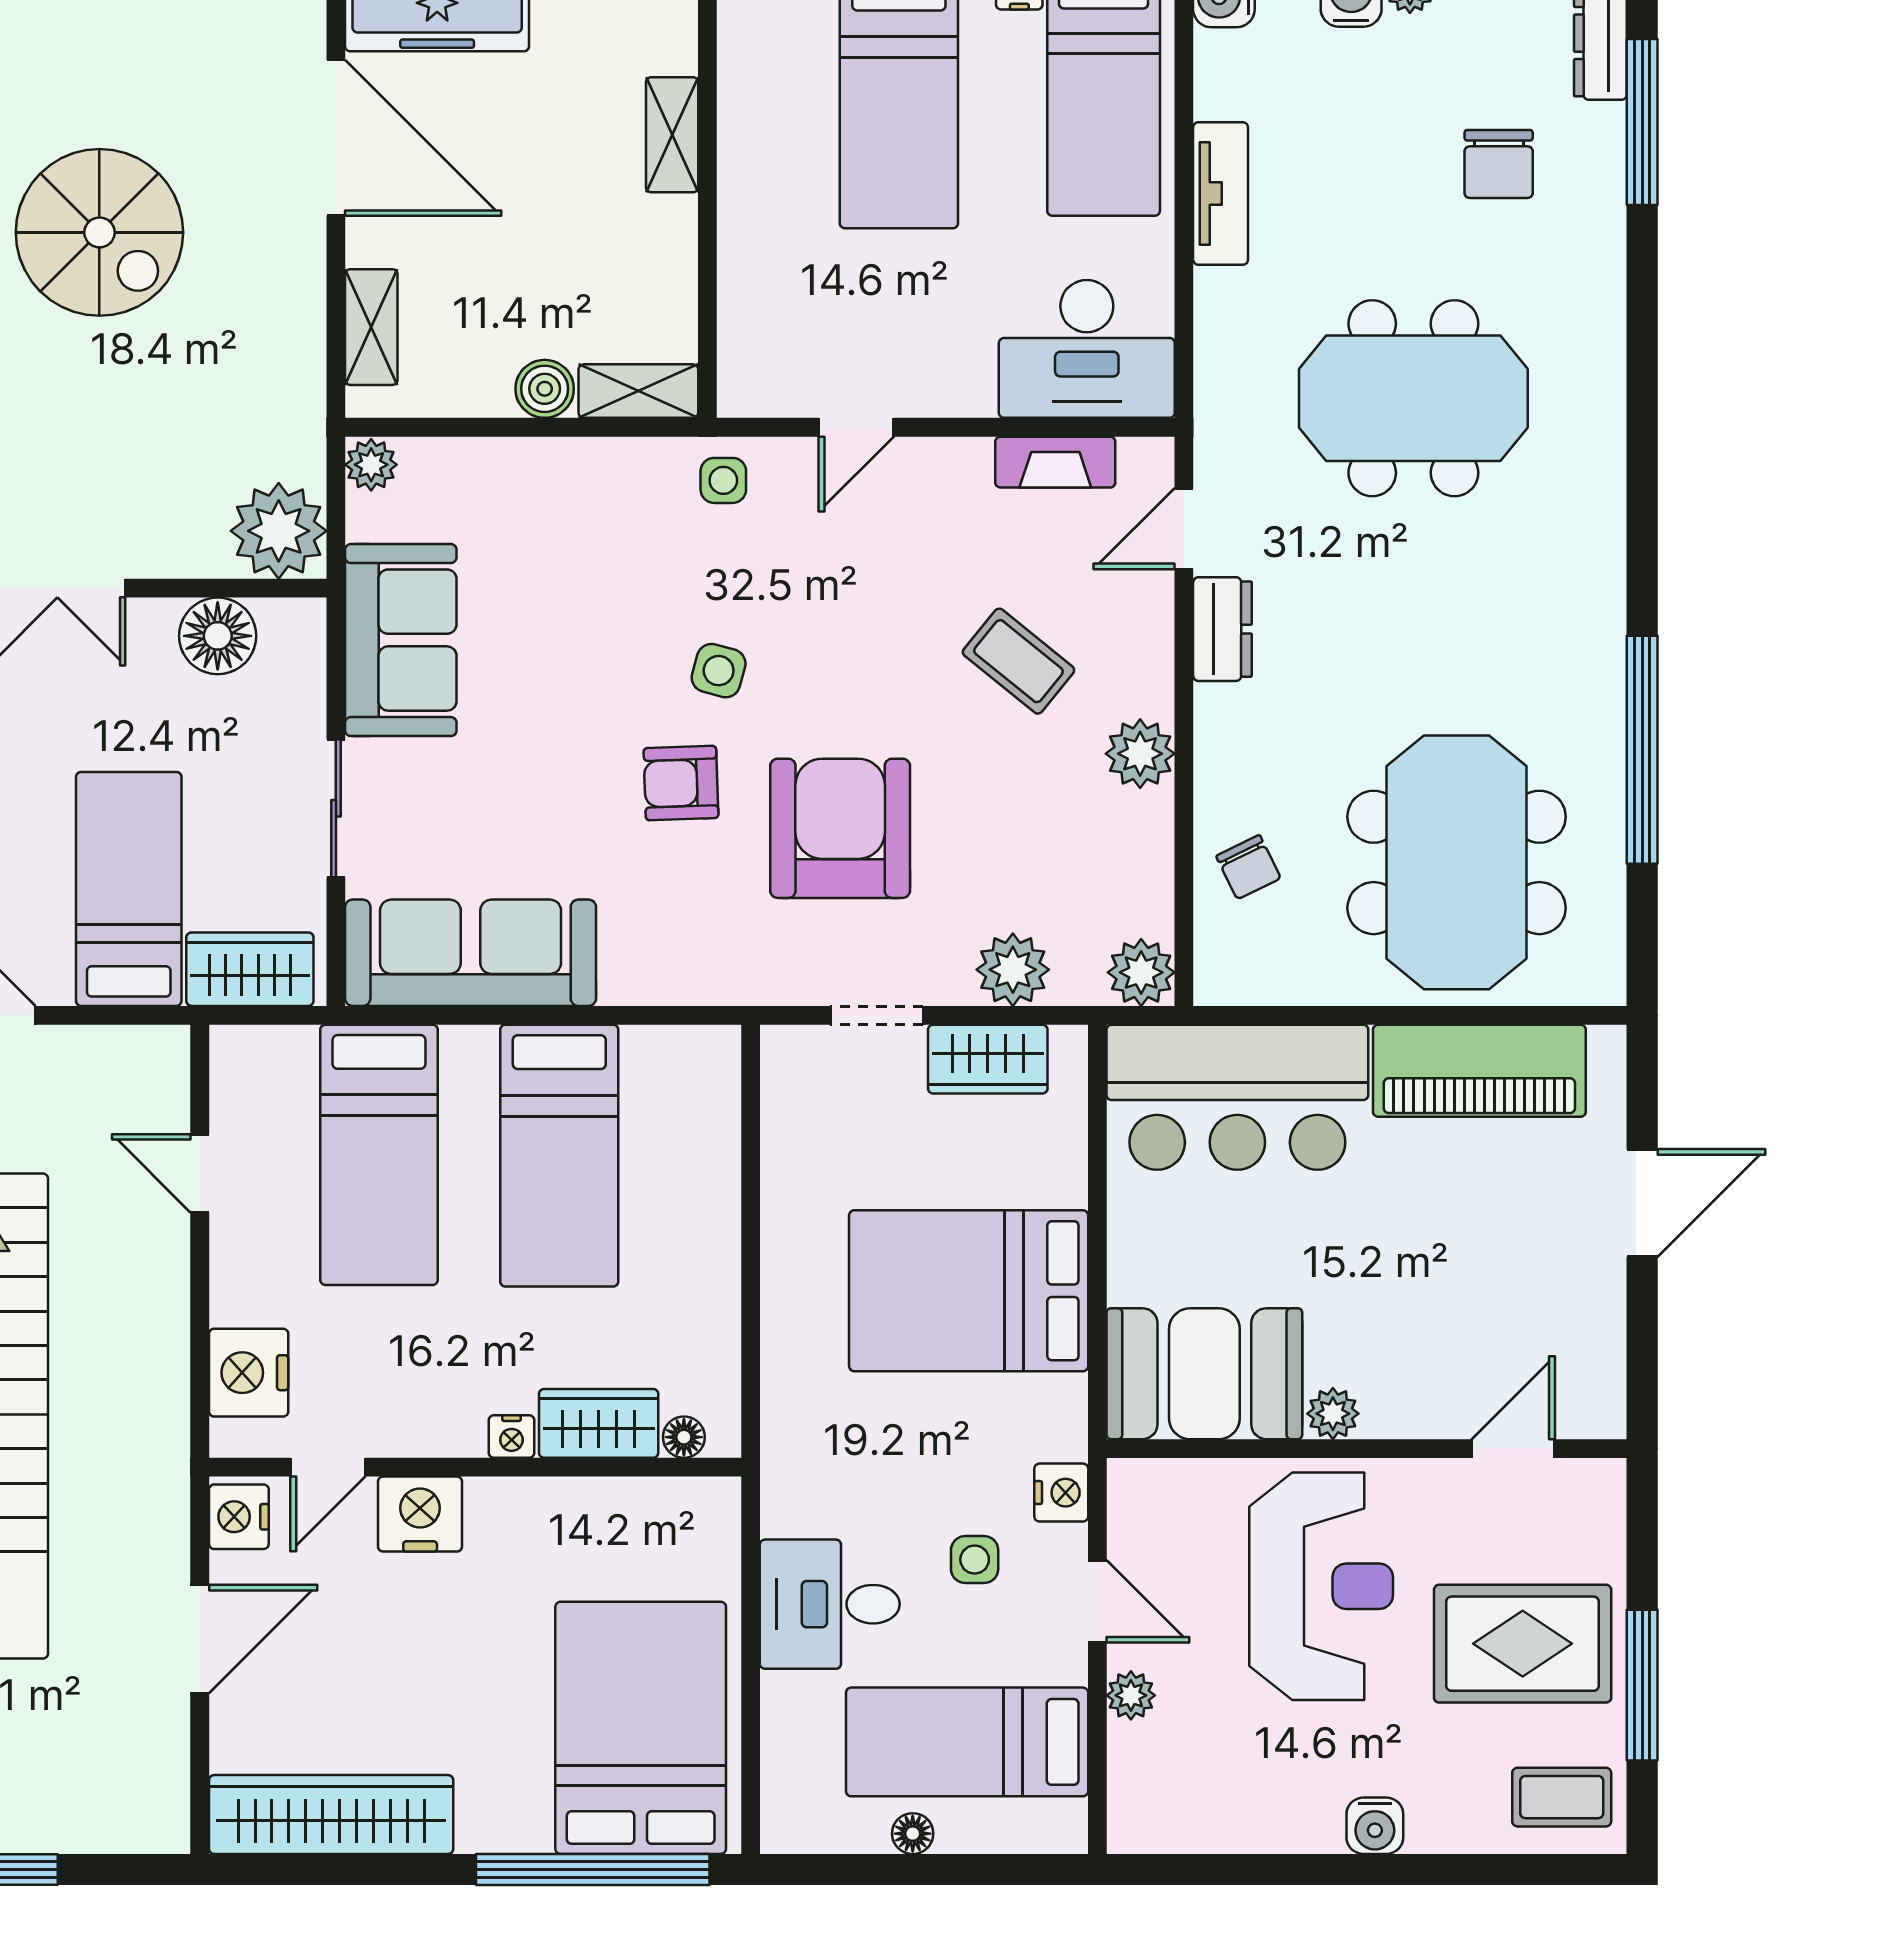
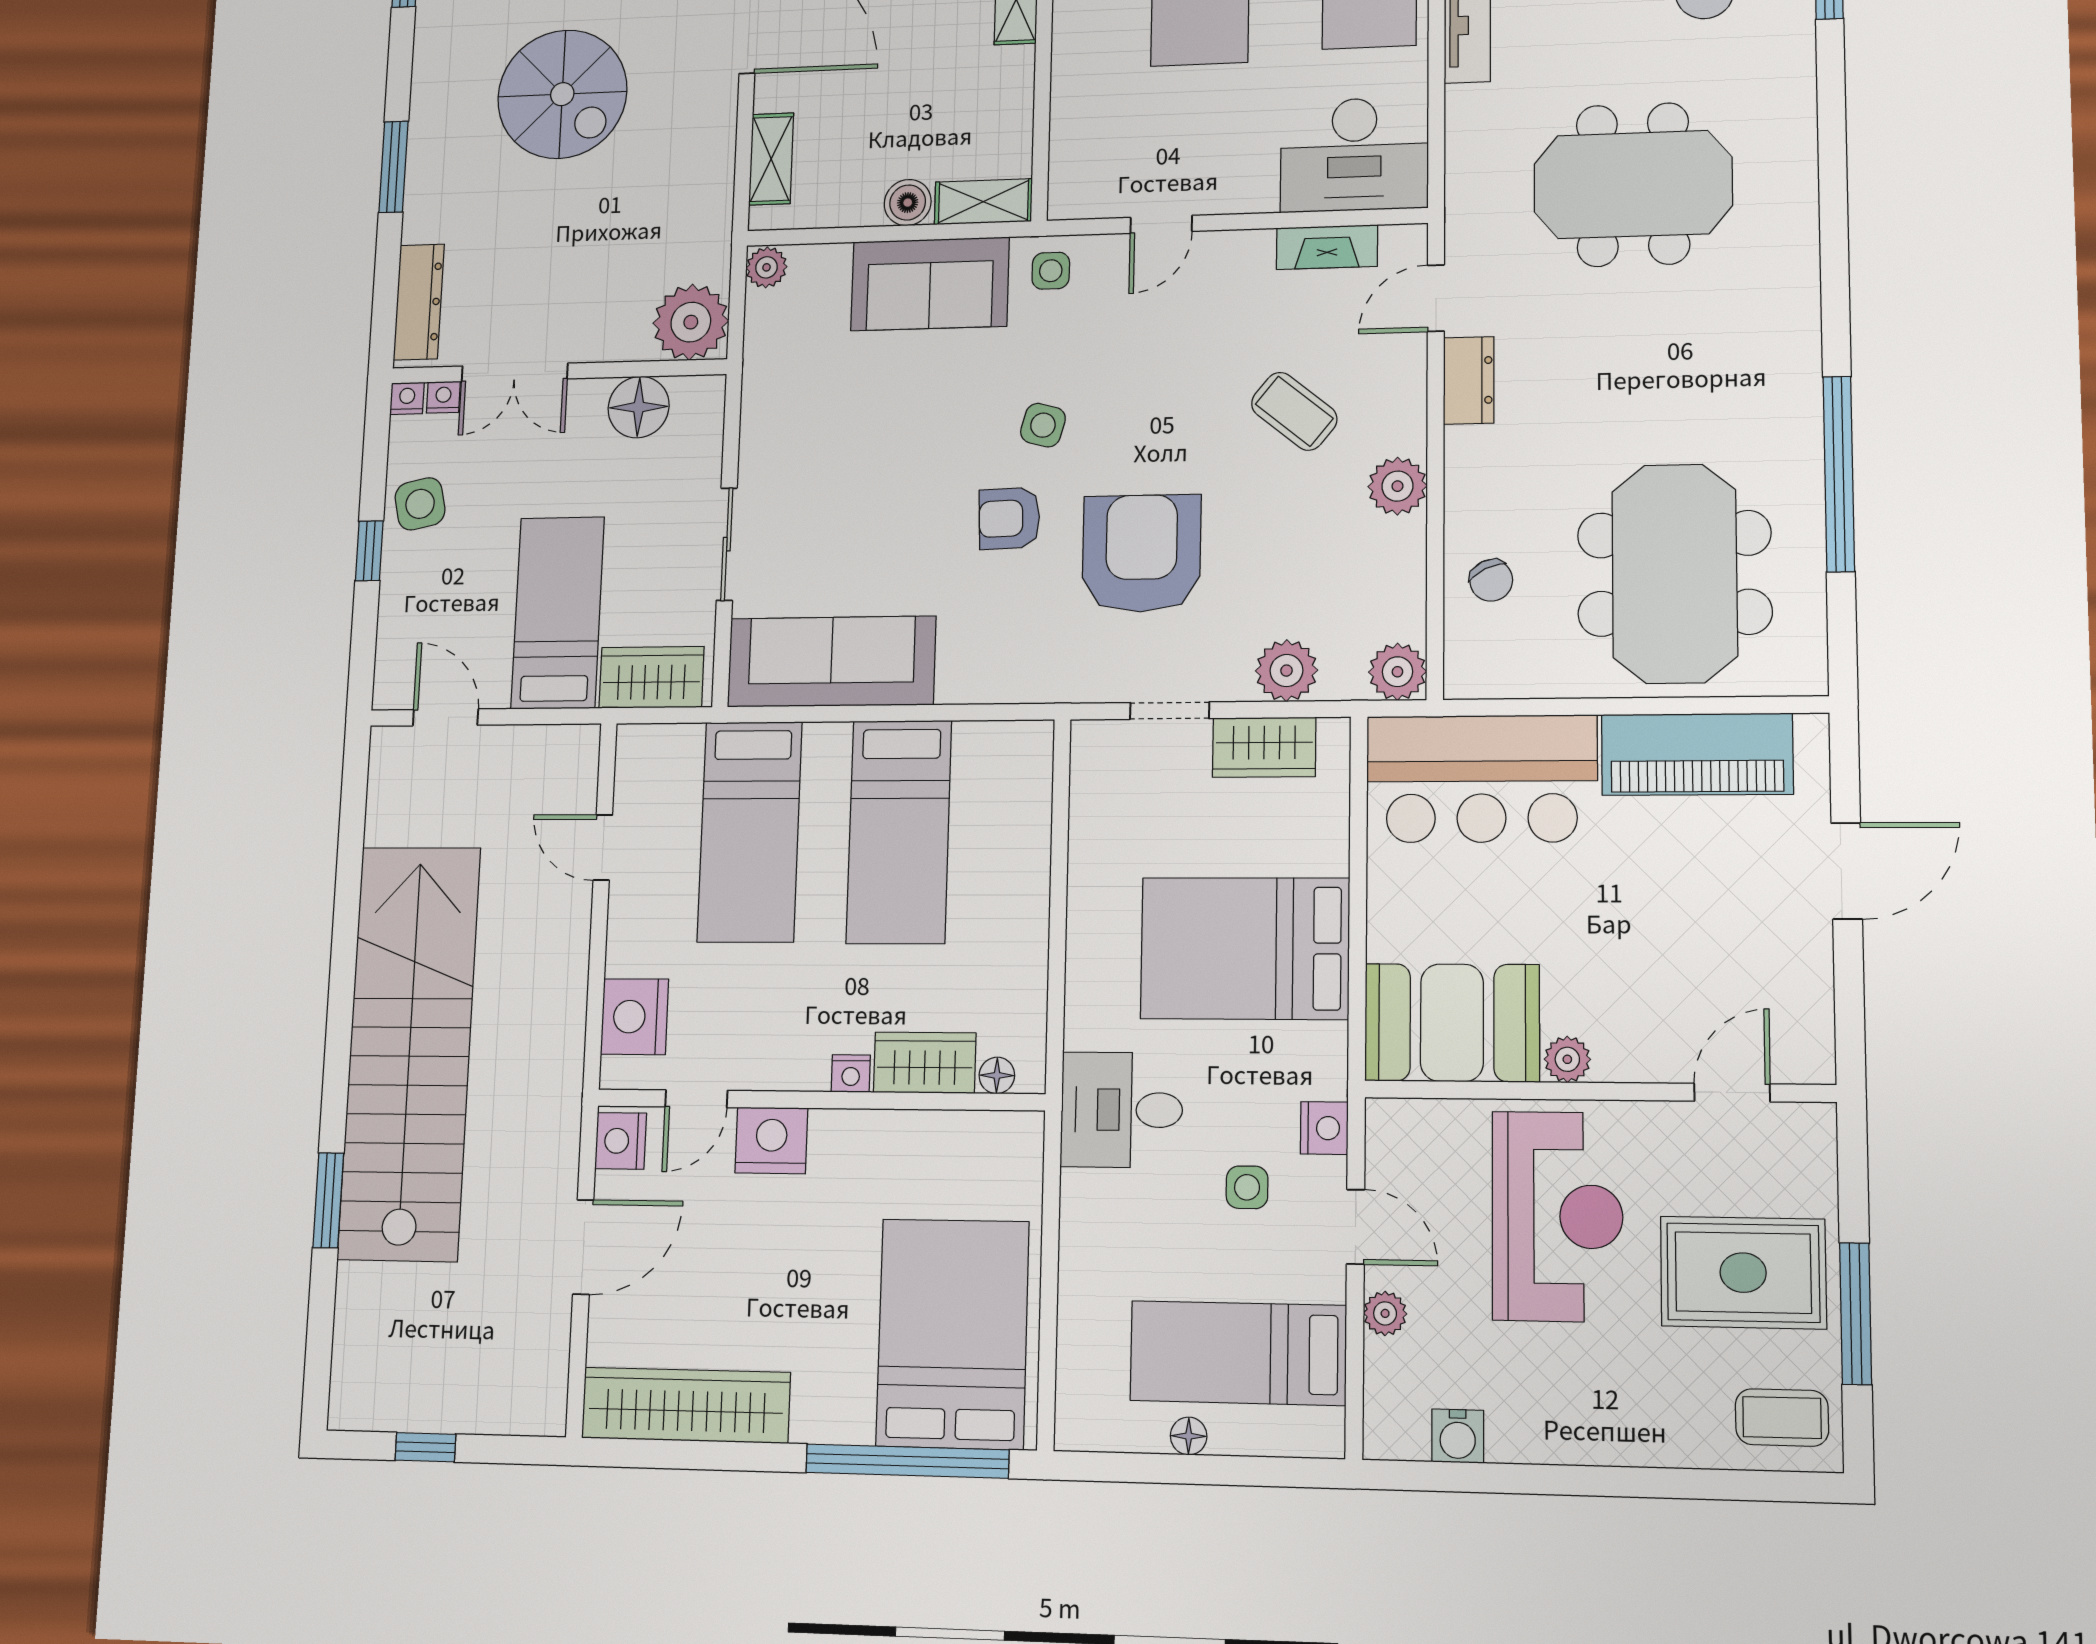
sofa: (401, 640) -> (930, 284), moved, turned 90
desk: (830, 1604) -> (1122, 1110), moved
water cooler: (1375, 1826) -> (1458, 1436), moved

